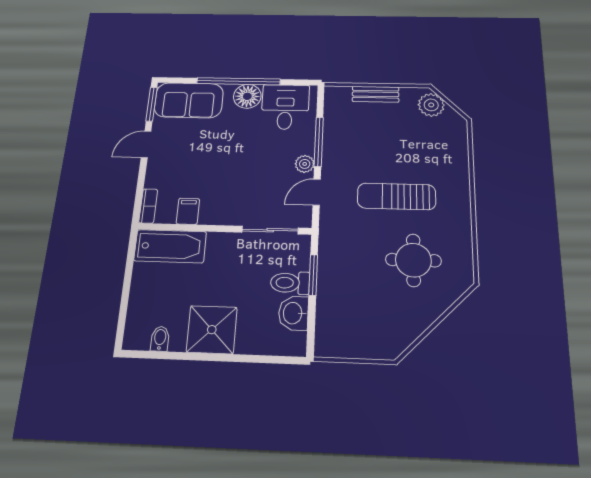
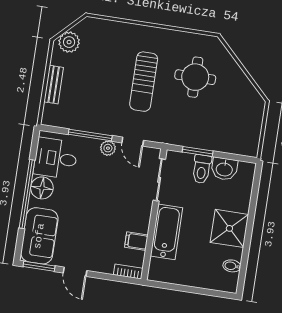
bathtub: (170, 246) -> (166, 232), moved

